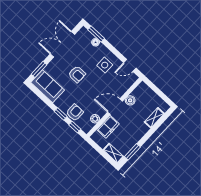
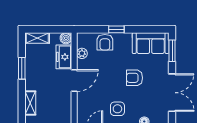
boiler: (130, 100) -> (66, 38), moved
window: (75, 127) -> (93, 29), removed
window: (132, 152) -> (22, 68), moved

